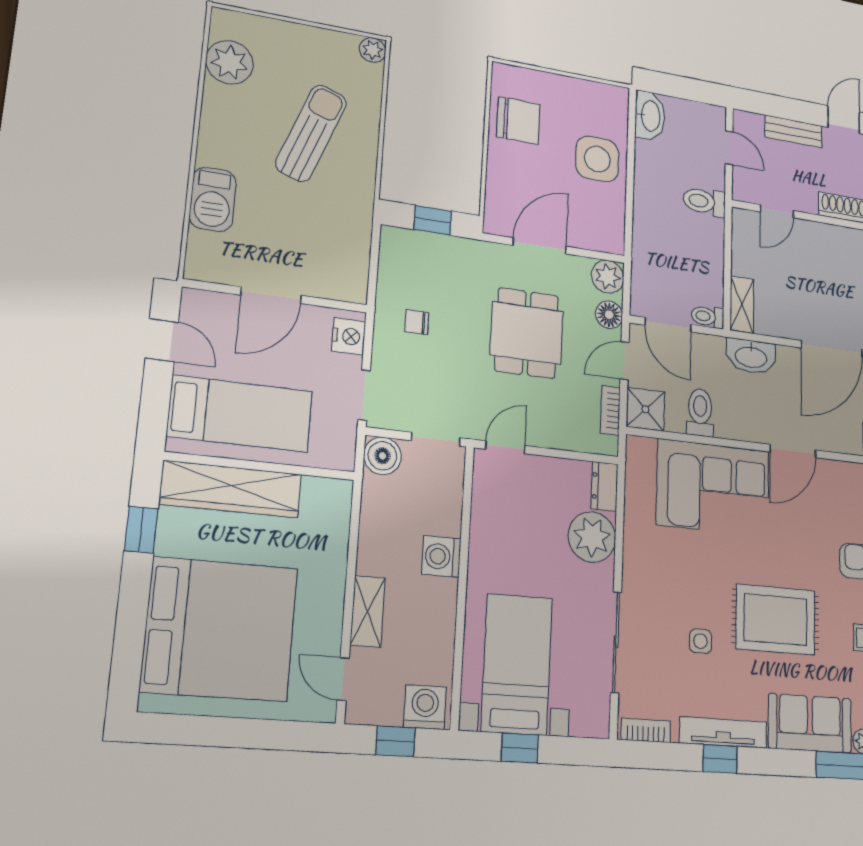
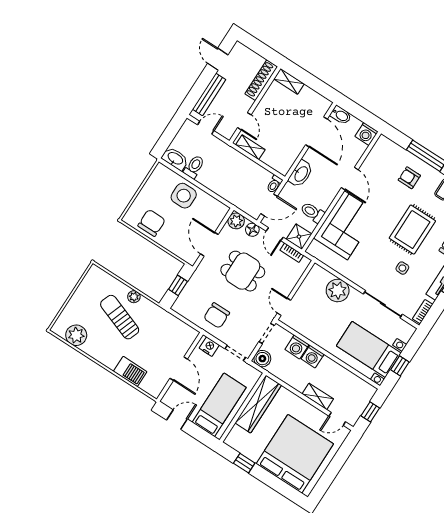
plant: (373, 50) -> (134, 297), moved
bench: (793, 131) -> (209, 94), width x1.36
toilet: (704, 202) -> (194, 167), moved, turned 180
shelving: (742, 305) -> (250, 147), moved
chair: (417, 322) -> (217, 315), width x1.87, depth x1.87
dresser: (604, 487) -> (321, 273), removed
wardrobe: (231, 489) -> (258, 404), moved
washing machine: (425, 707) -> (297, 347), moved, turned -90

